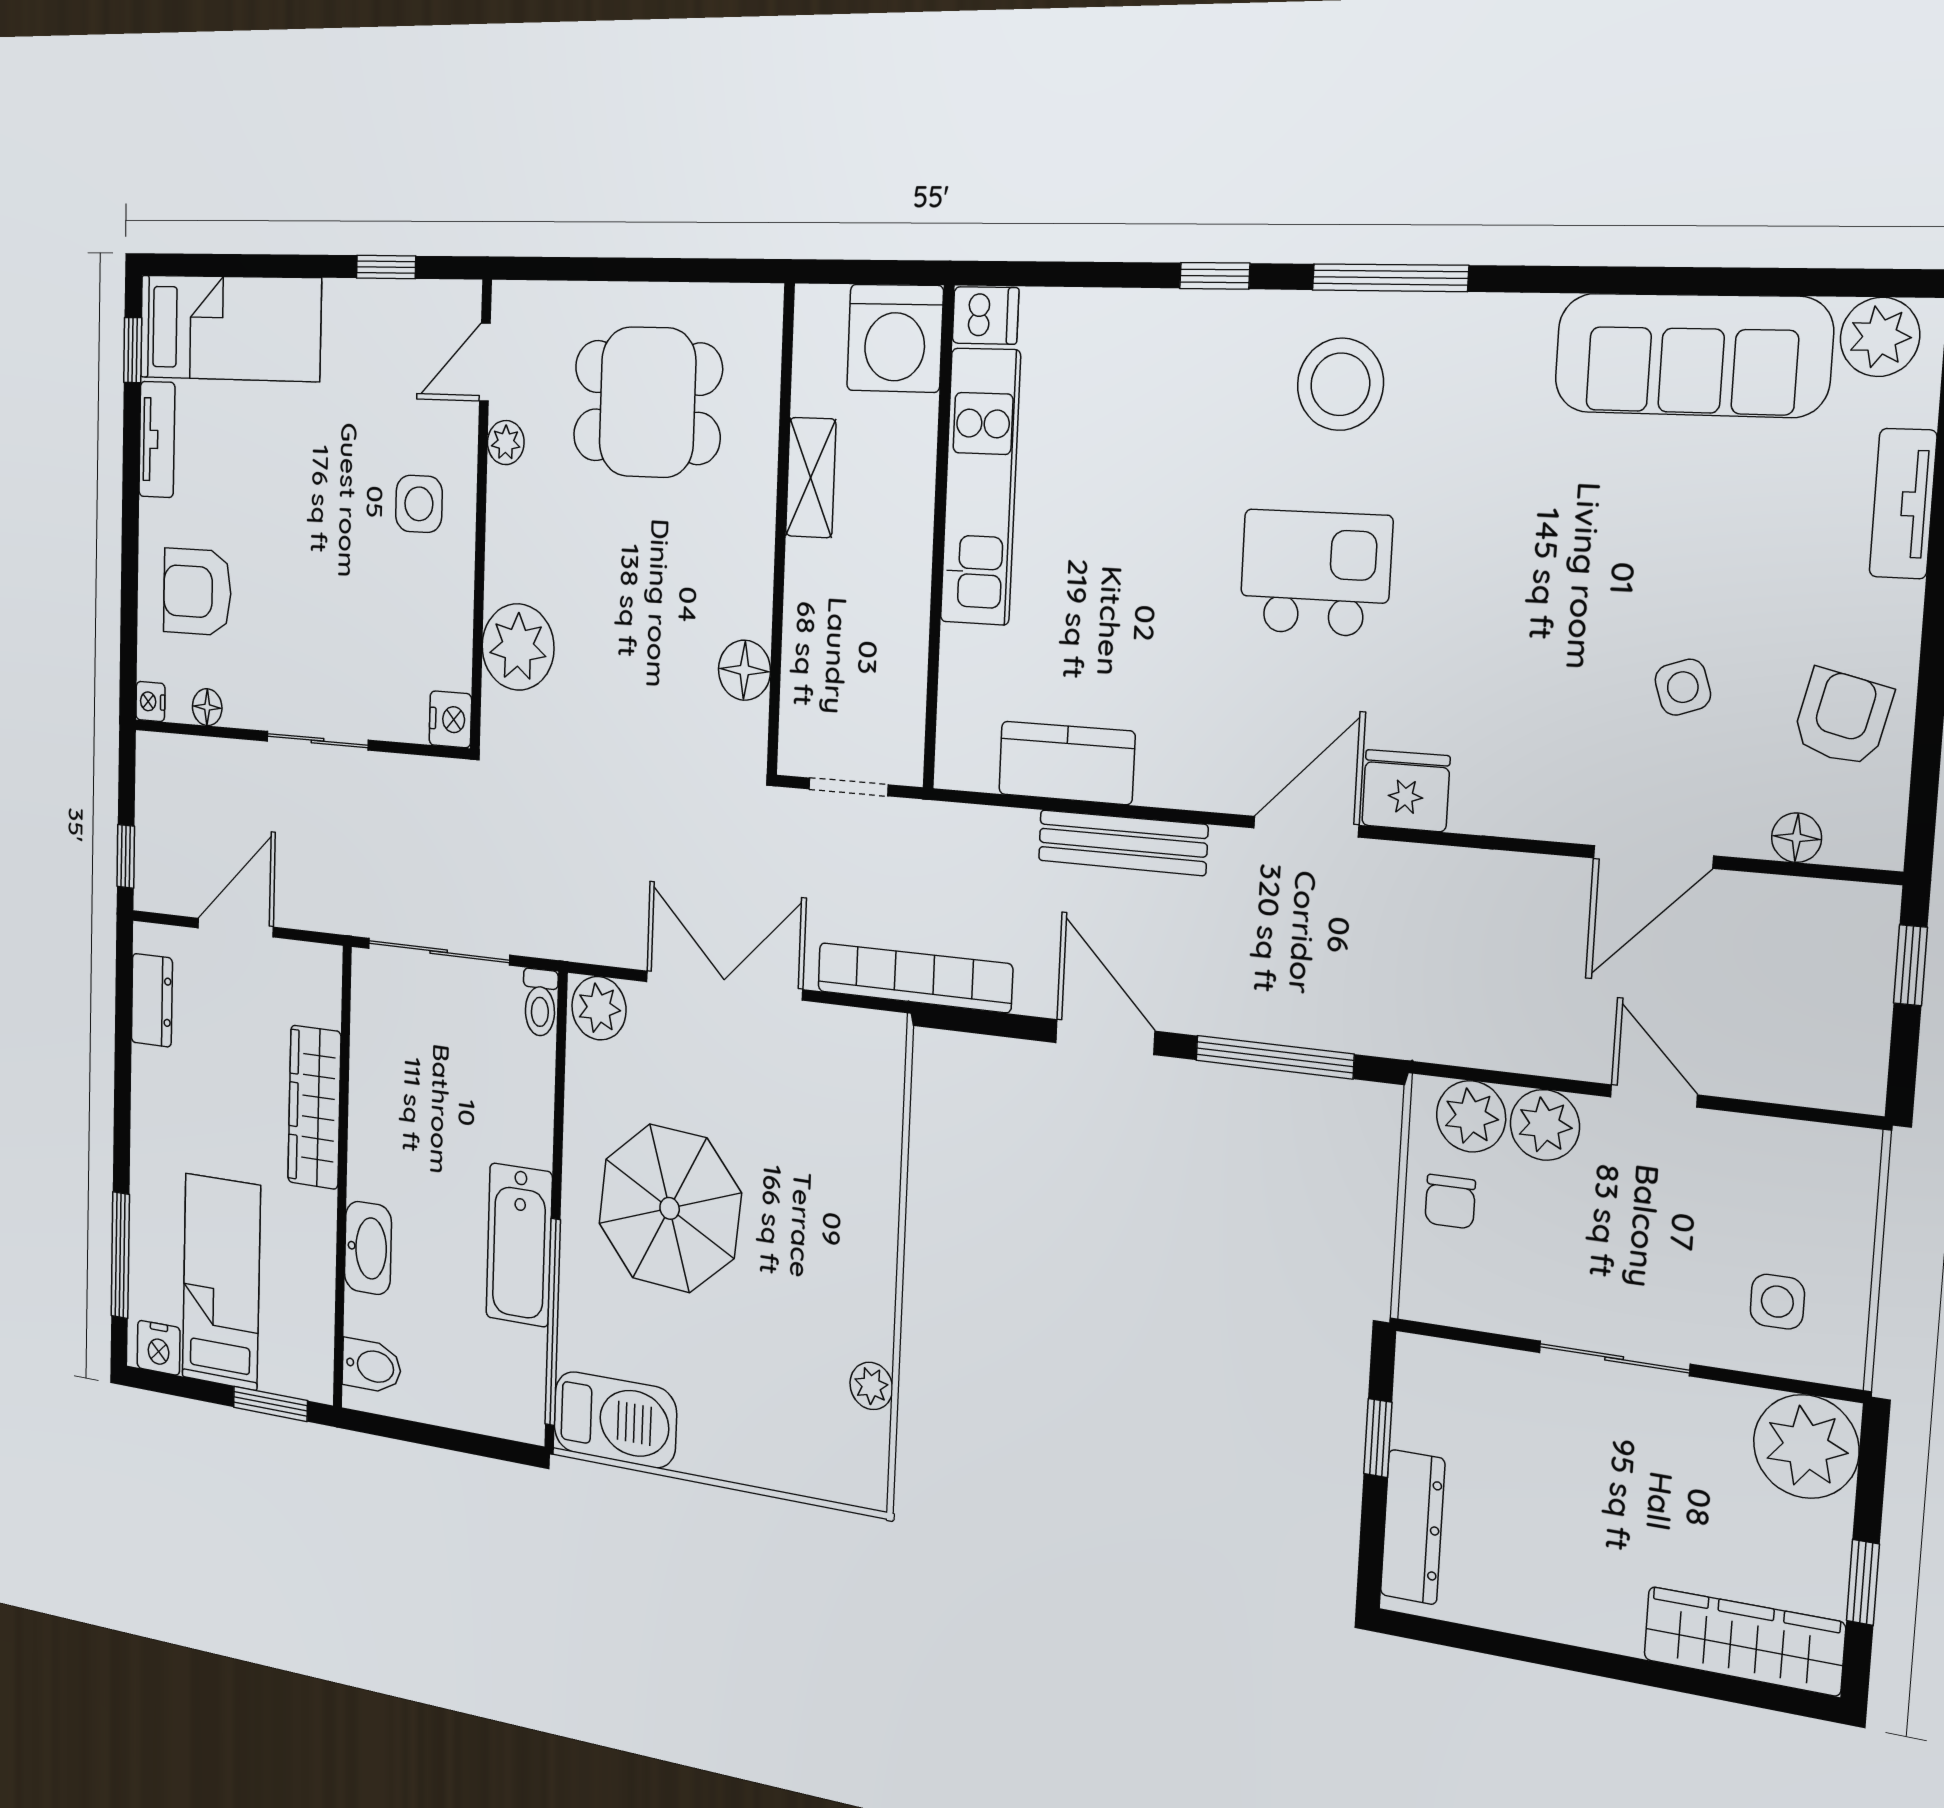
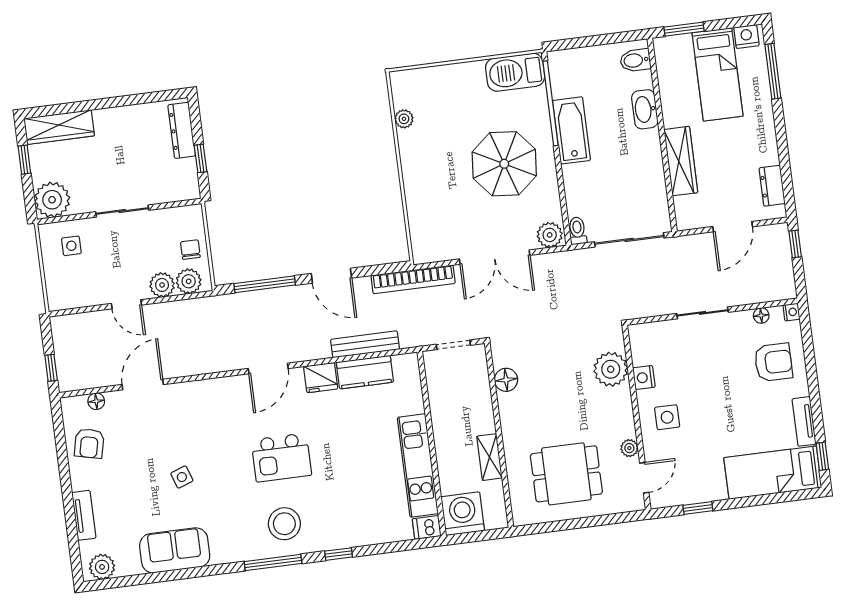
sofa: (1692, 355) -> (175, 550), width x0.73
side table: (1683, 687) -> (182, 477), moved
nightstand: (450, 719) -> (644, 378), moved
fridge: (1406, 791) -> (321, 378), moved
bench: (1122, 843) -> (365, 344), moved

